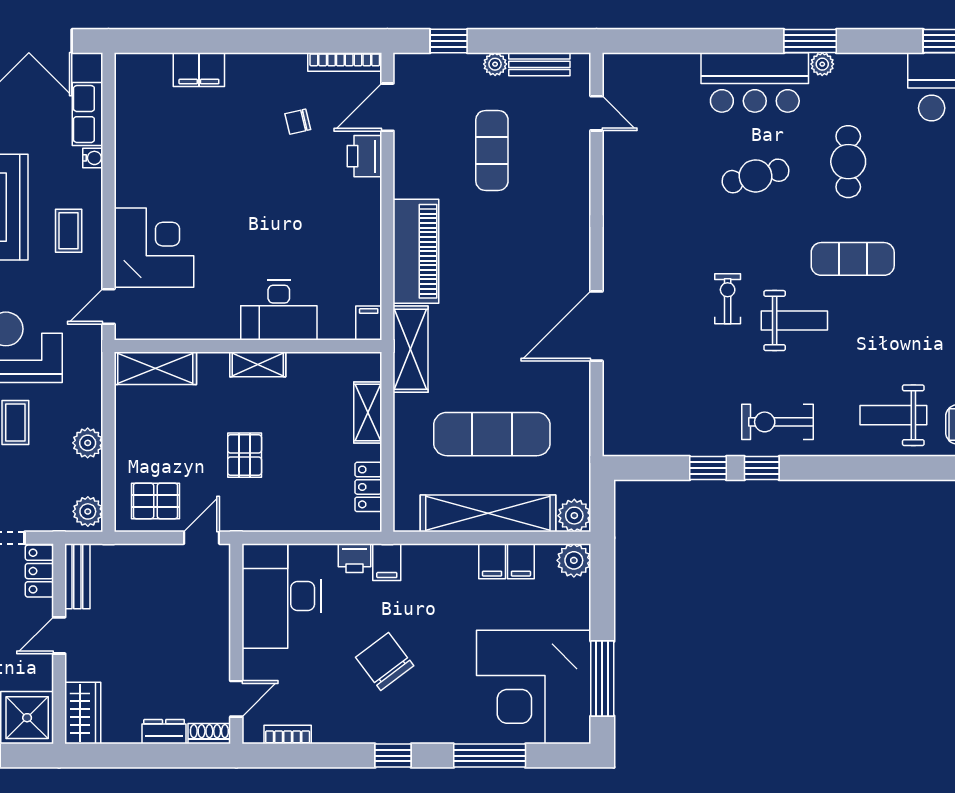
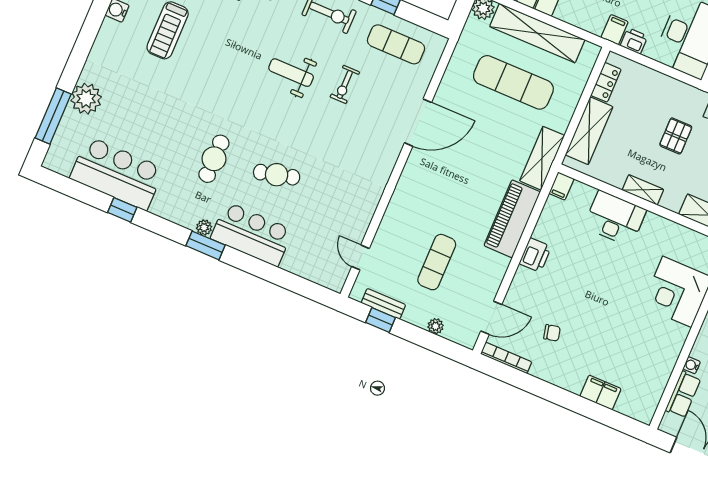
window: (449, 41) -> (381, 320), moved
plant: (495, 64) -> (436, 326), moved
printer: (364, 156) -> (535, 255), moved
exercise mat: (853, 259) -> (396, 44), moved
exercise bike: (728, 299) -> (345, 85), moved
shelving: (368, 413) -> (589, 131), width x1.50, depth x1.33

